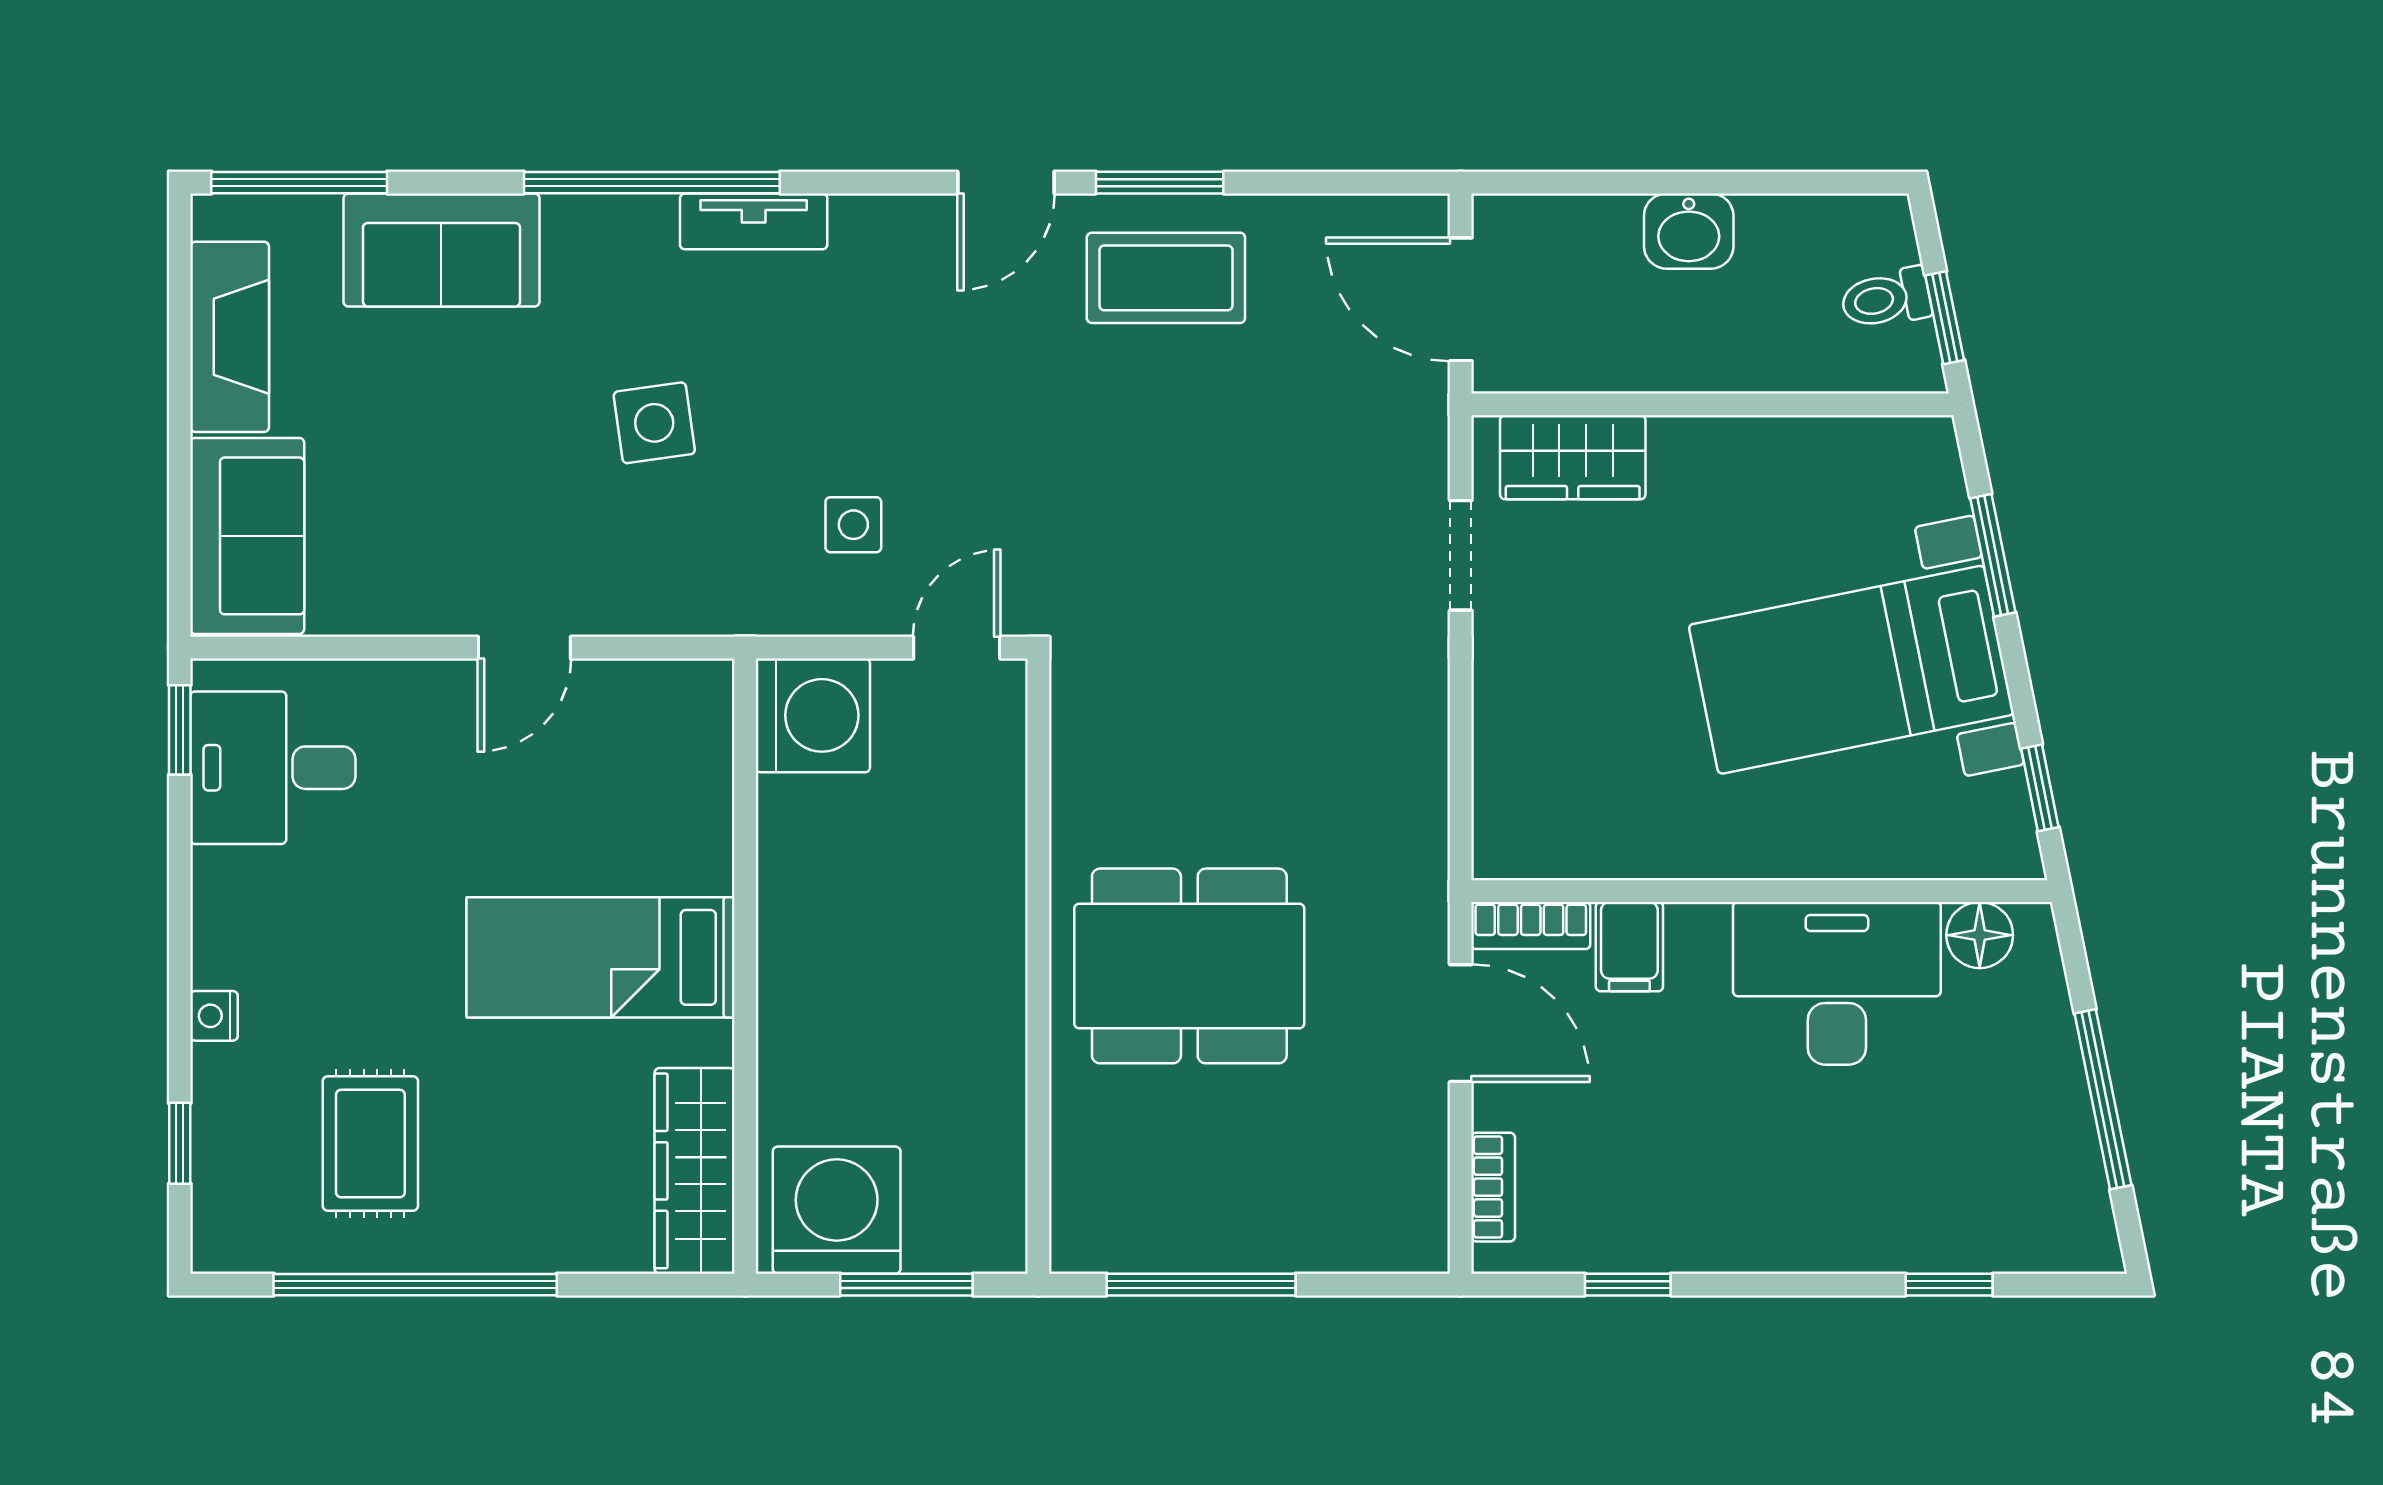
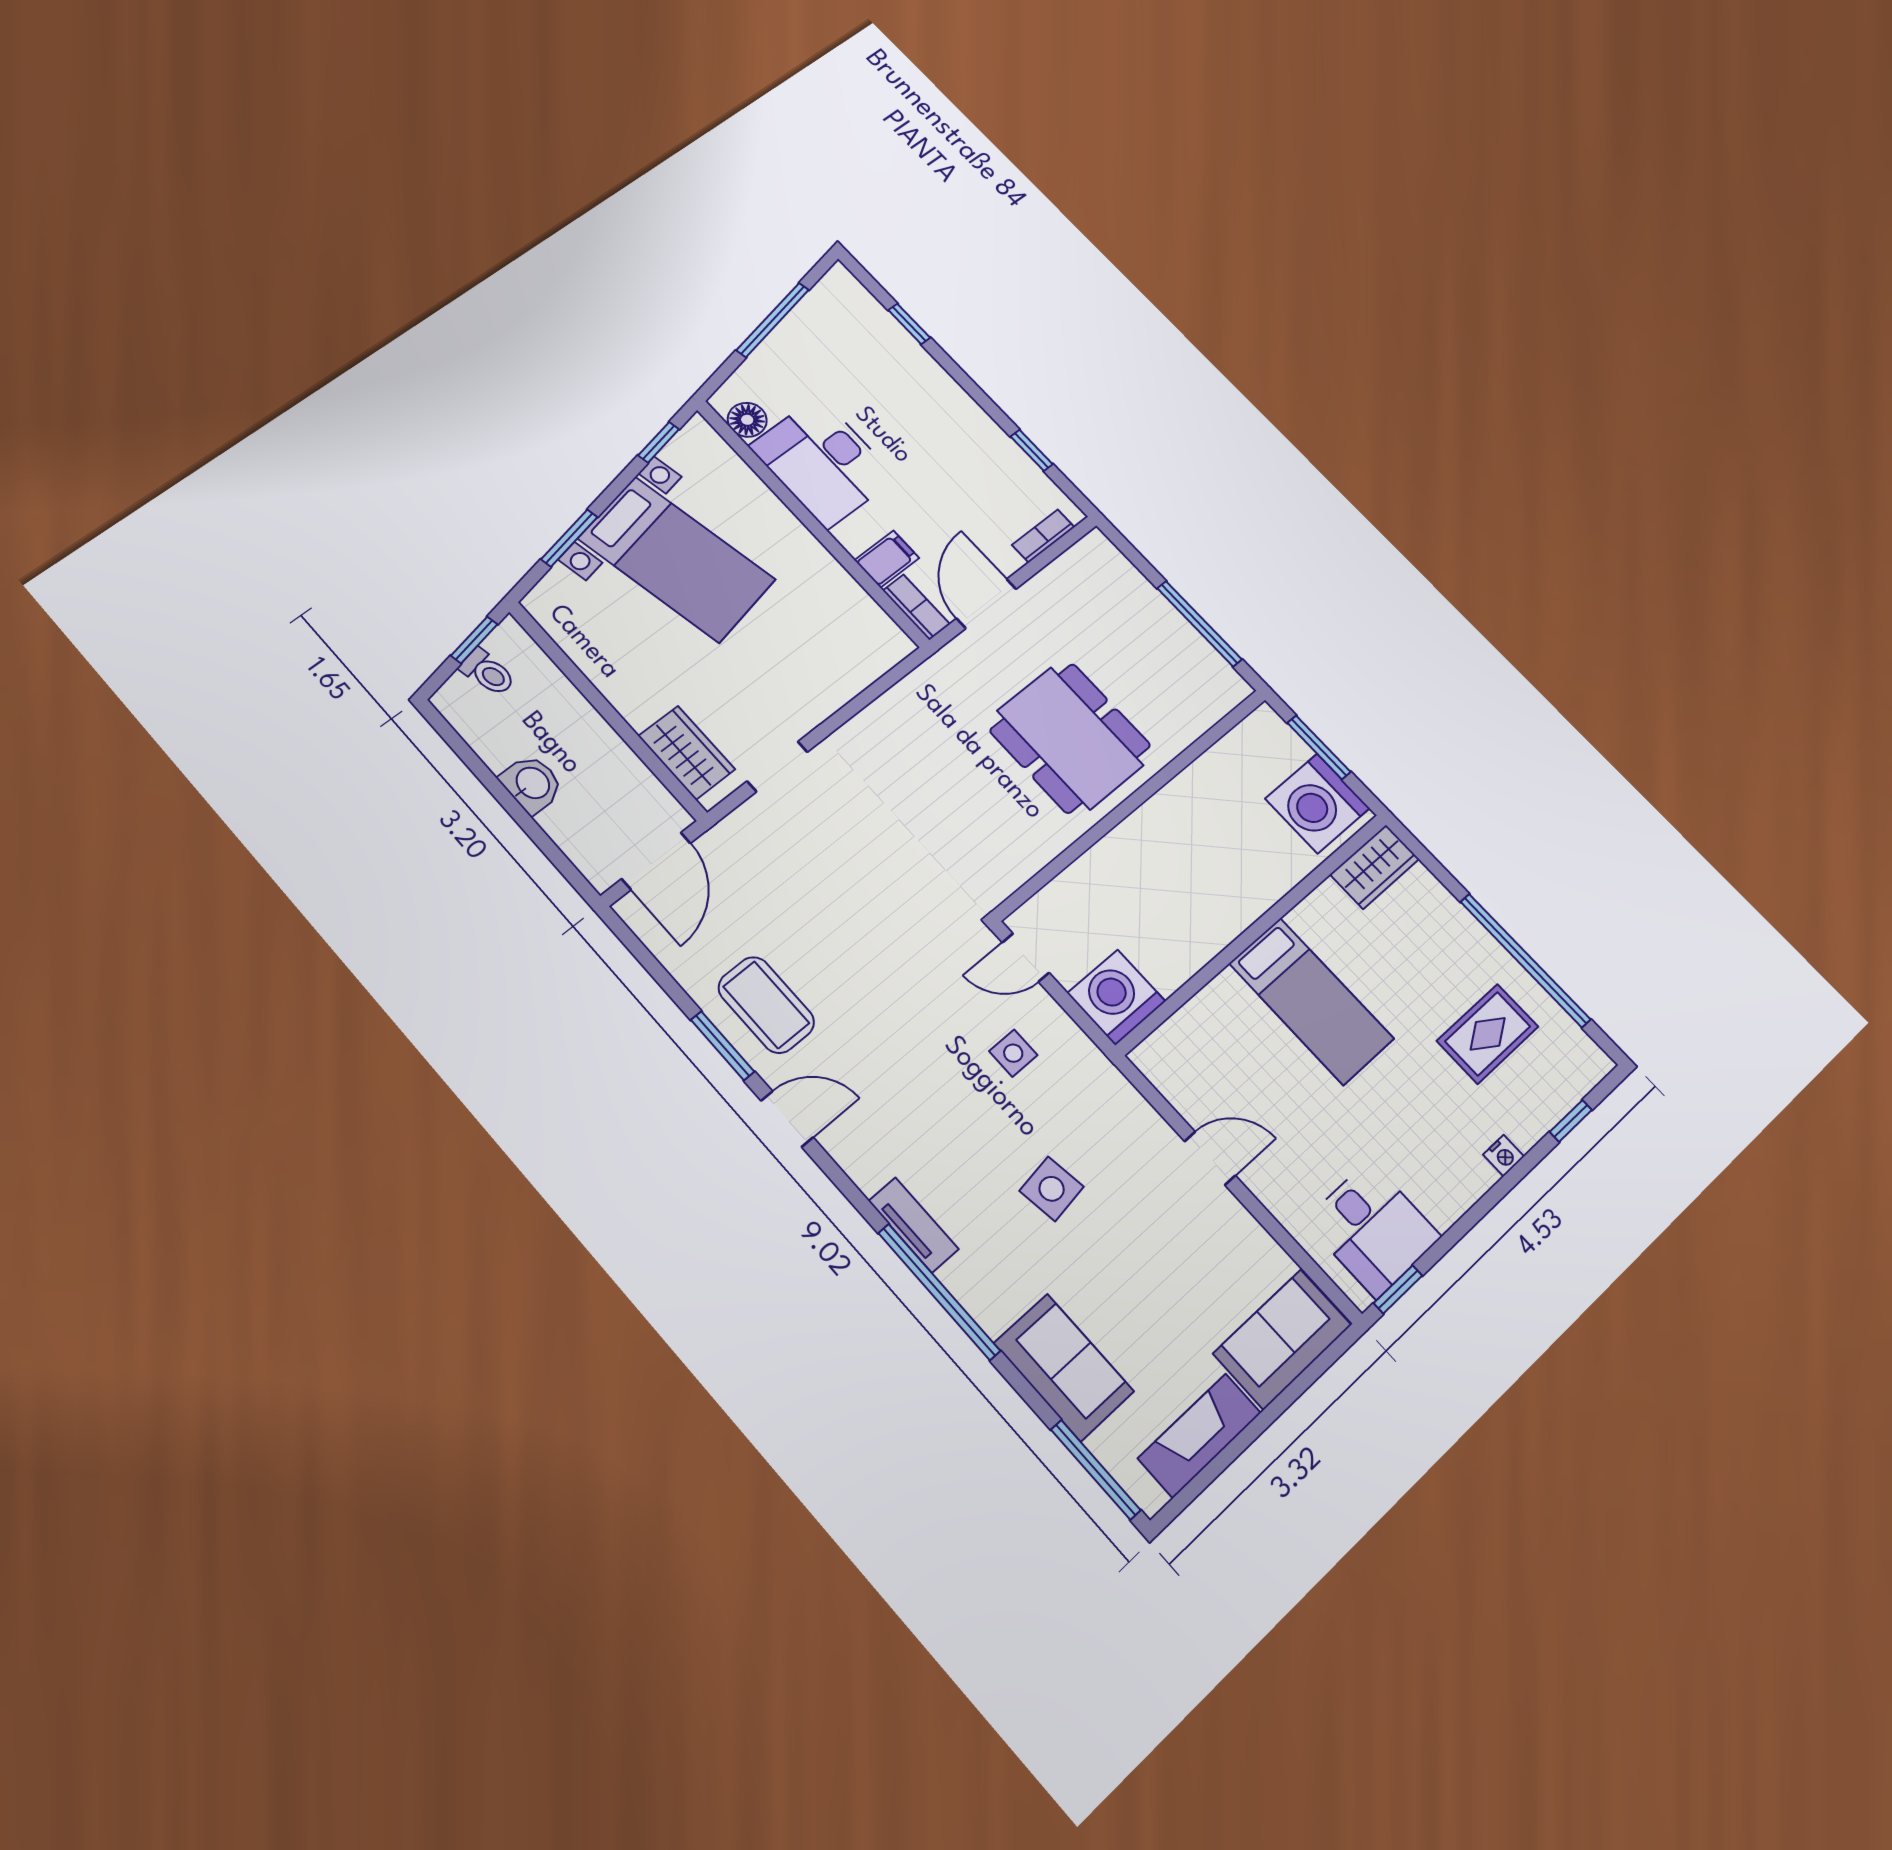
wardrobe: (695, 1171) -> (1375, 867), width x0.67

